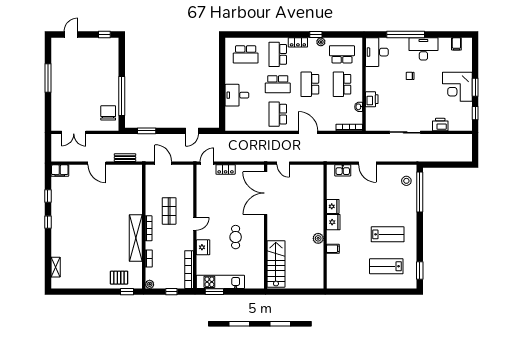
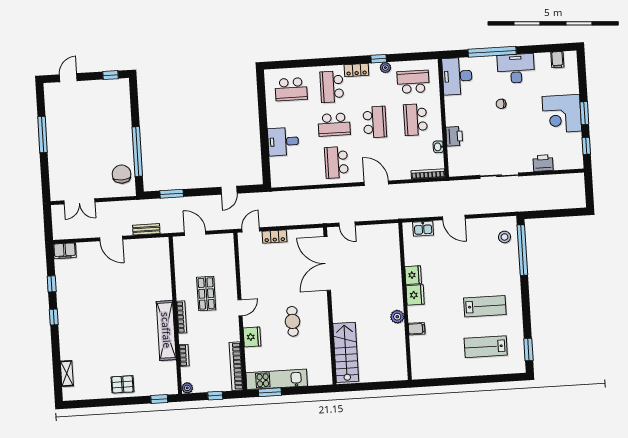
school desk: (310, 84) -> (375, 122), turned 180
pallet: (119, 278) -> (122, 384), moved

